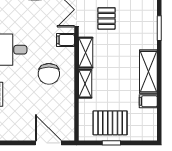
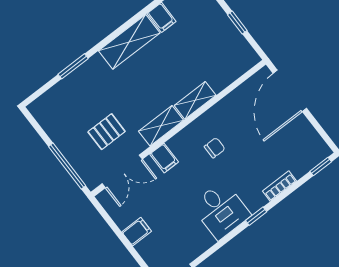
chair: (49, 74) -> (215, 148), width x0.54, depth x0.54
pallet: (110, 123) -> (217, 41), removed
door: (48, 143) -> (290, 91), width x1.36

